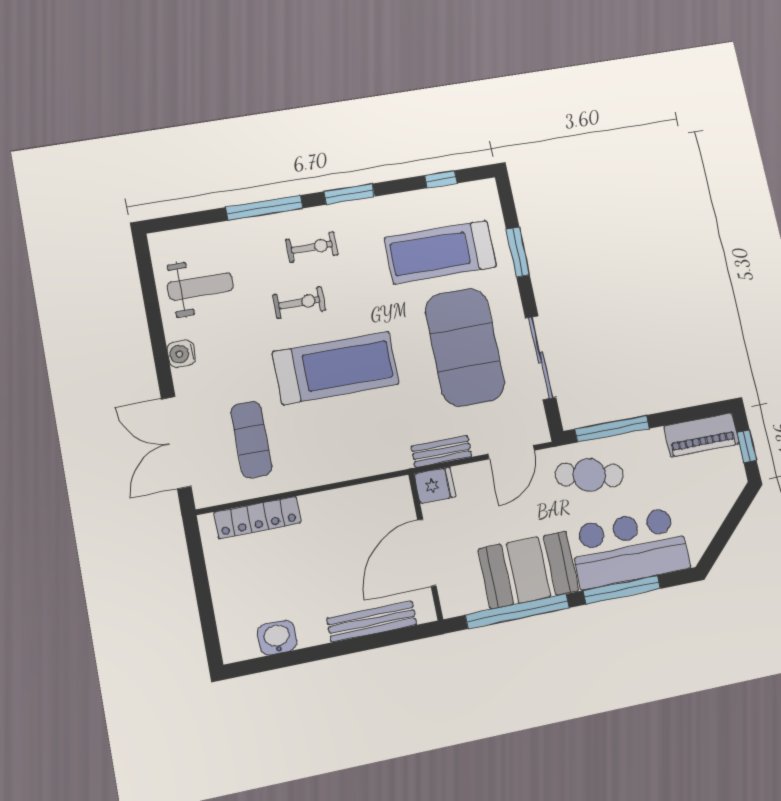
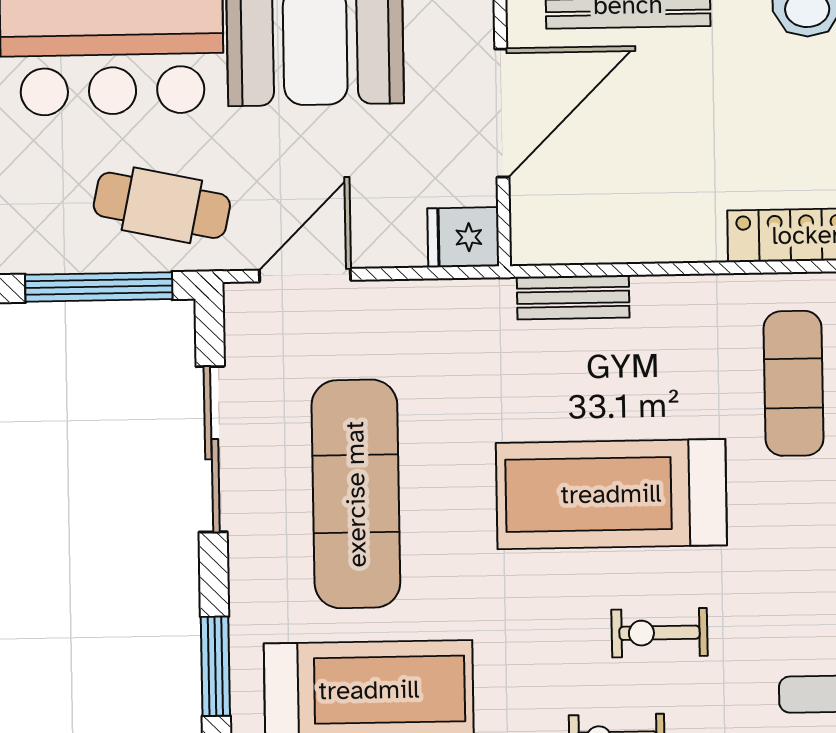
exercise mat: (465, 347) -> (356, 494), width x0.68
bench: (441, 451) -> (573, 297), moved

